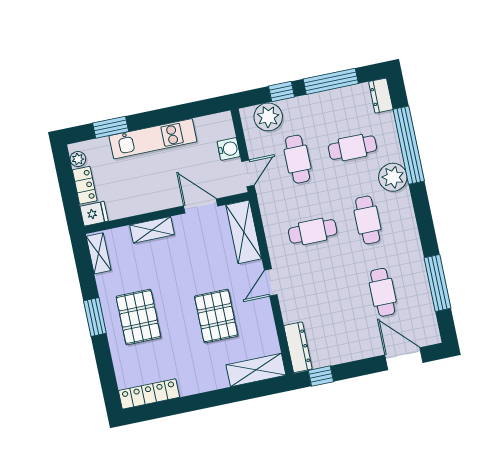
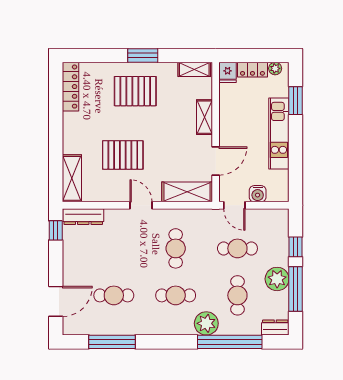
plant: (268, 117) -> (277, 279), moved

